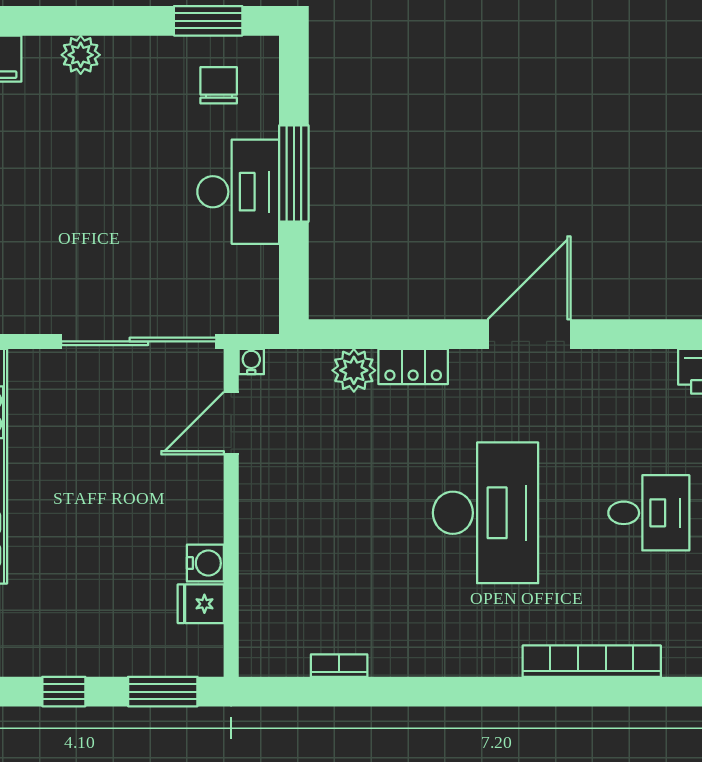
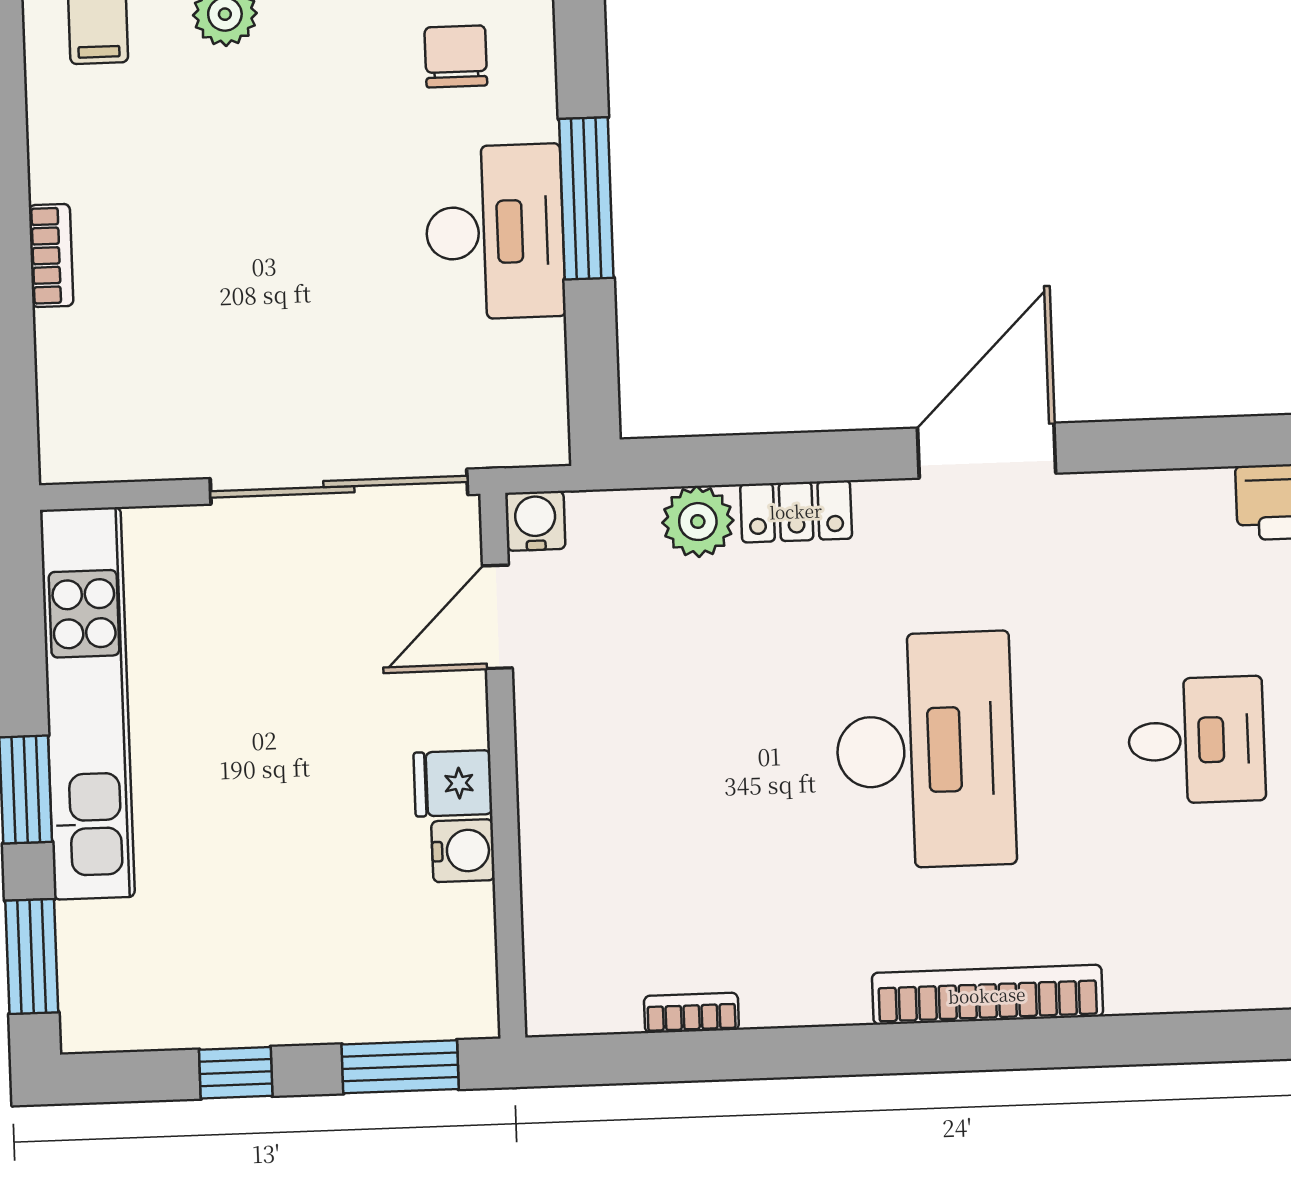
water cooler: (251, 361) -> (535, 521), width x1.38, depth x1.38
fridge: (201, 604) -> (453, 783), moved
bookcase: (592, 661) -> (987, 995), moved

